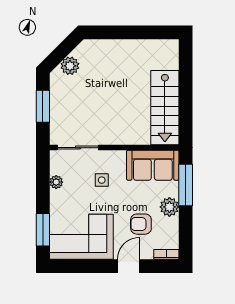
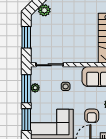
window: (43, 183) -> (26, 89), added
armchair: (141, 224) -> (92, 116), turned -90

